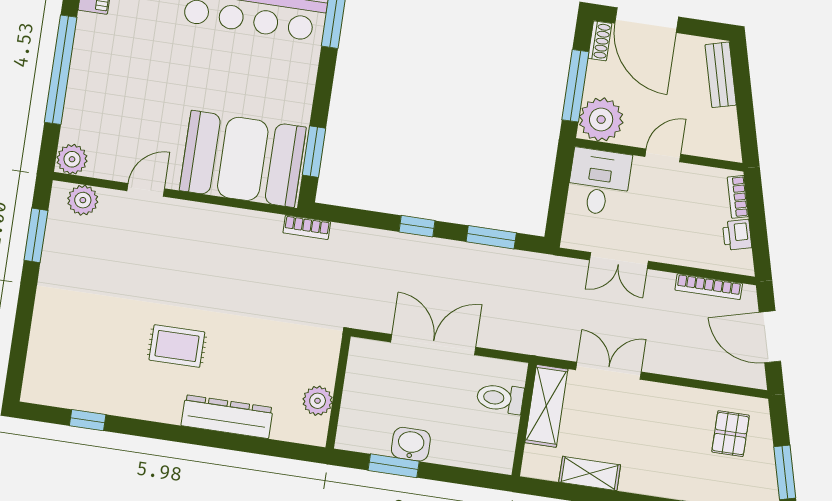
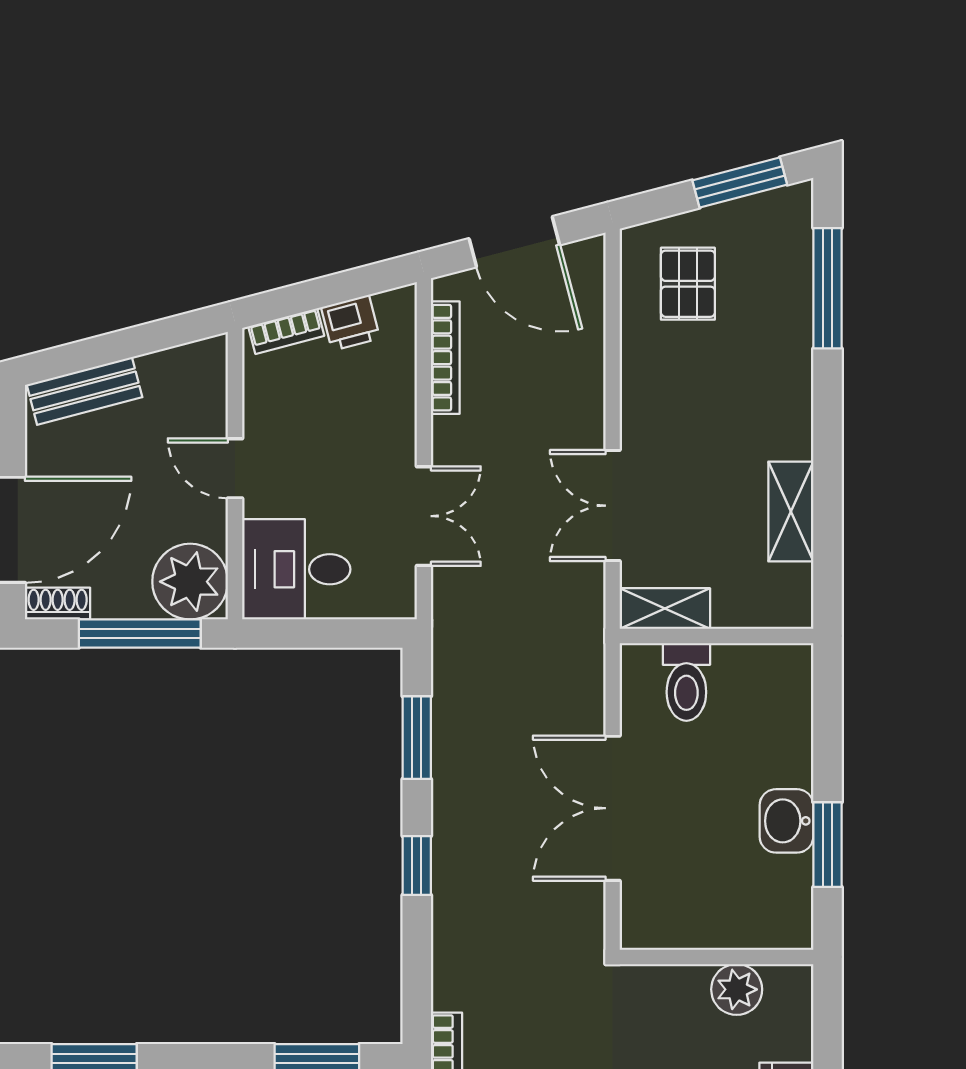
door: (770, 337) -> (514, 242), hinge flipped
shelving: (546, 406) -> (665, 609), width x0.67, depth x0.75
pallet: (731, 434) -> (688, 284), turned 90

